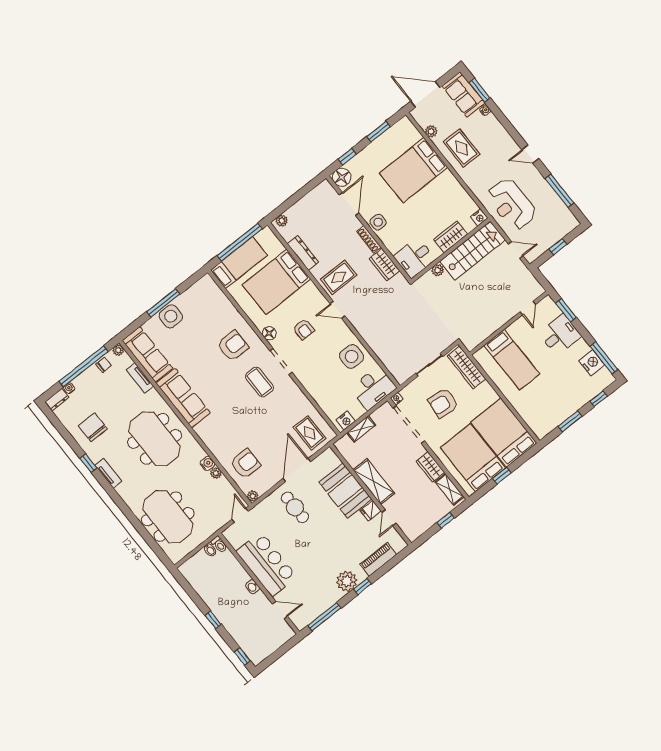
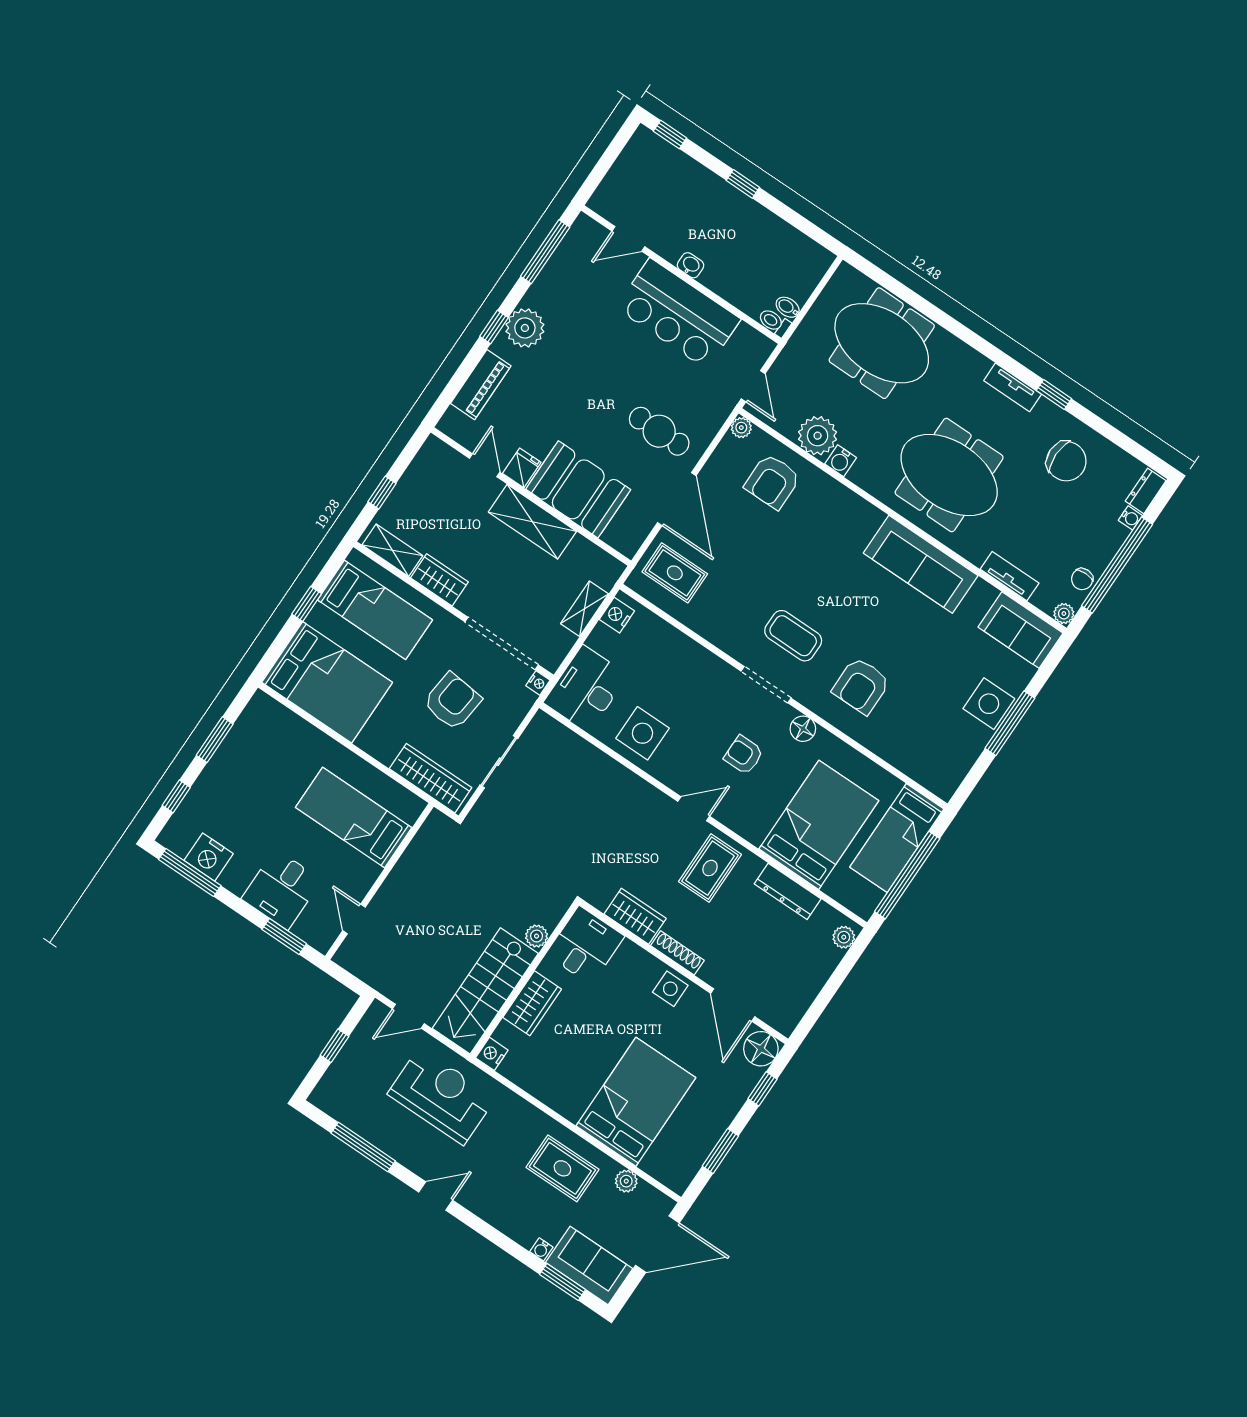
sofa: (147, 354) -> (1020, 630), width x0.73
bed: (473, 458) -> (375, 610), width x0.67
plant: (216, 473) -> (818, 436), width x1.88, depth x1.88

